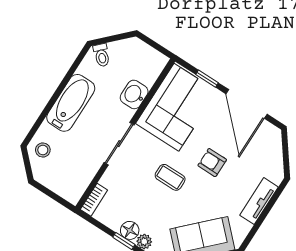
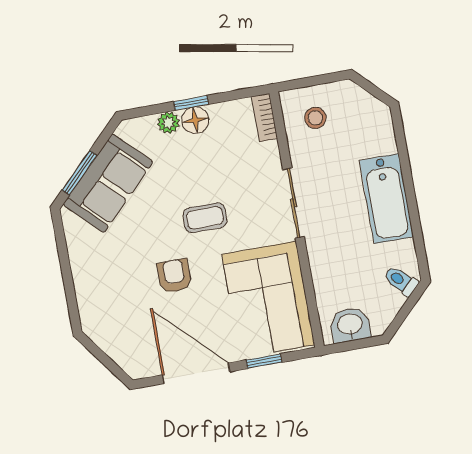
washbasin: (134, 94) -> (350, 325), moved, turned -90
stool: (43, 150) -> (315, 118), moved
armchair: (212, 163) -> (174, 276), turned -90
tv unit: (259, 201) -> (85, 281), removed

